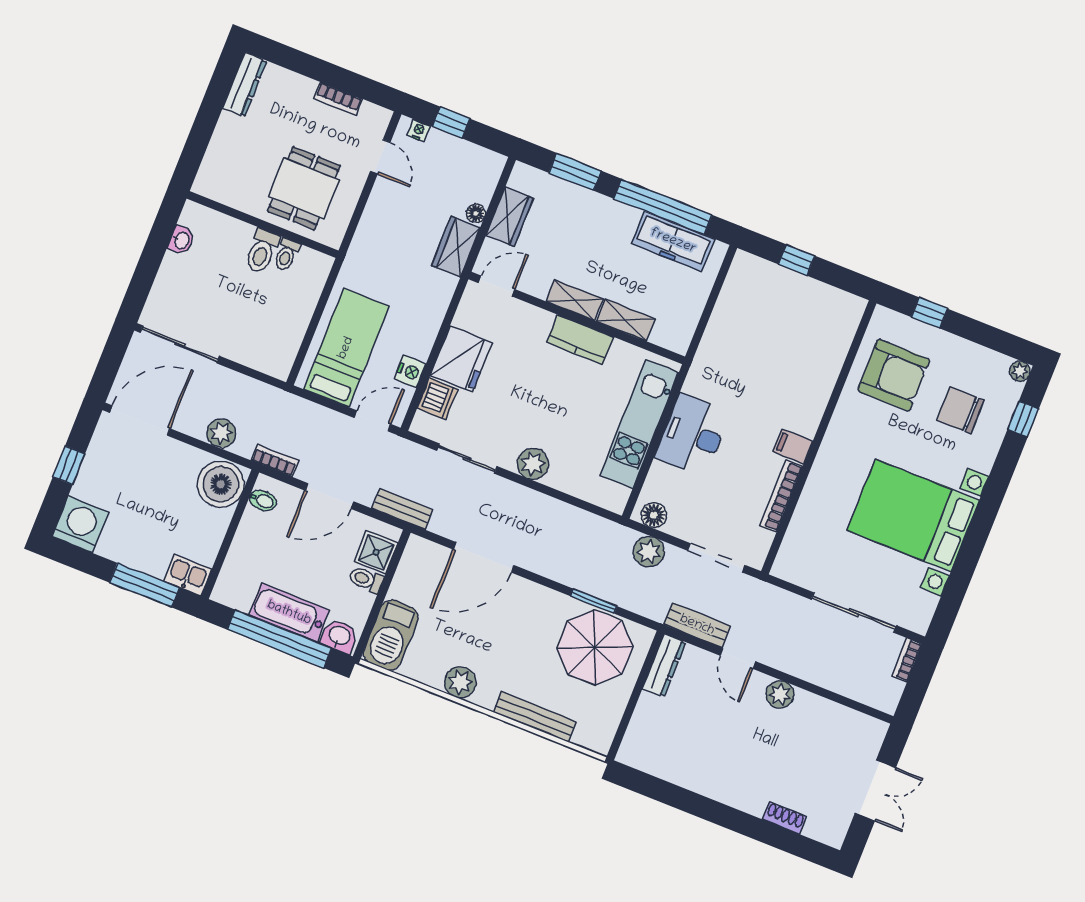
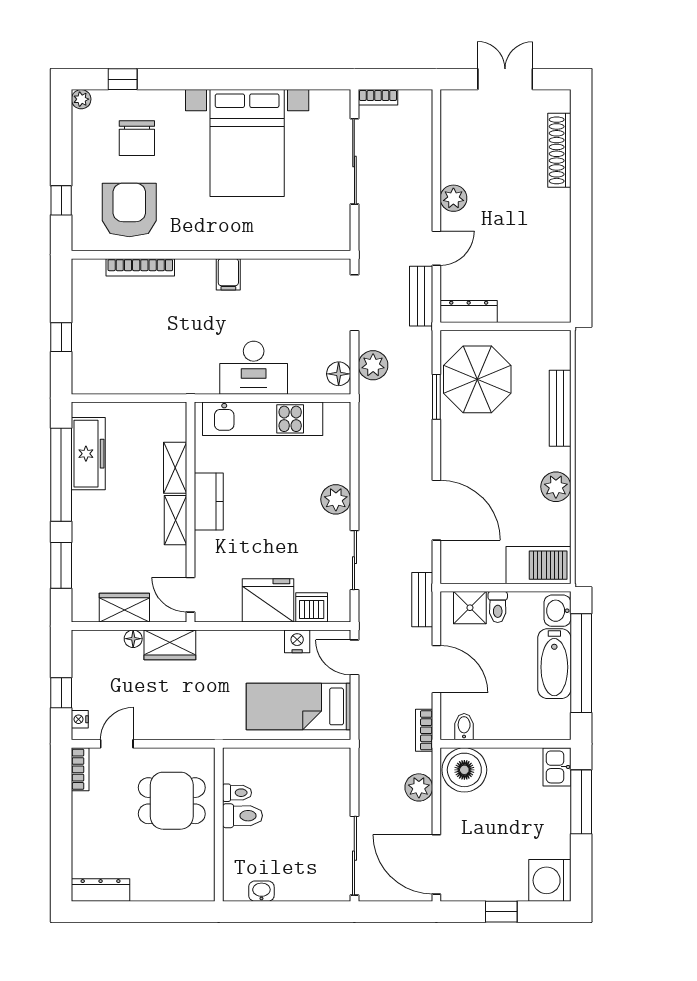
bookcase: (338, 99) -> (80, 769), moved
bookcase: (781, 496) -> (140, 267), moved
shoe rack: (785, 818) -> (559, 150), width x1.94, depth x1.24

